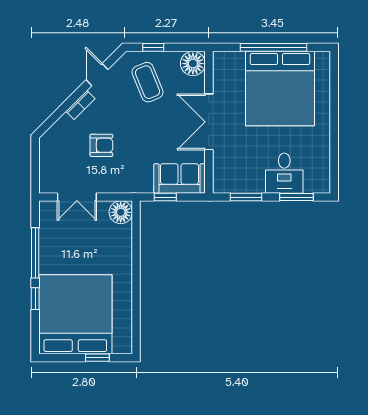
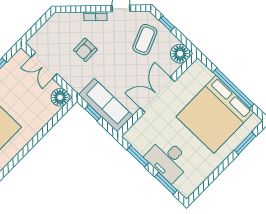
window: (334, 88) -> (245, 143), added
armchair: (101, 145) -> (85, 50), turned 90
desk: (284, 173) -> (168, 160), width x1.37
sofa: (179, 178) -> (106, 105), width x1.36

